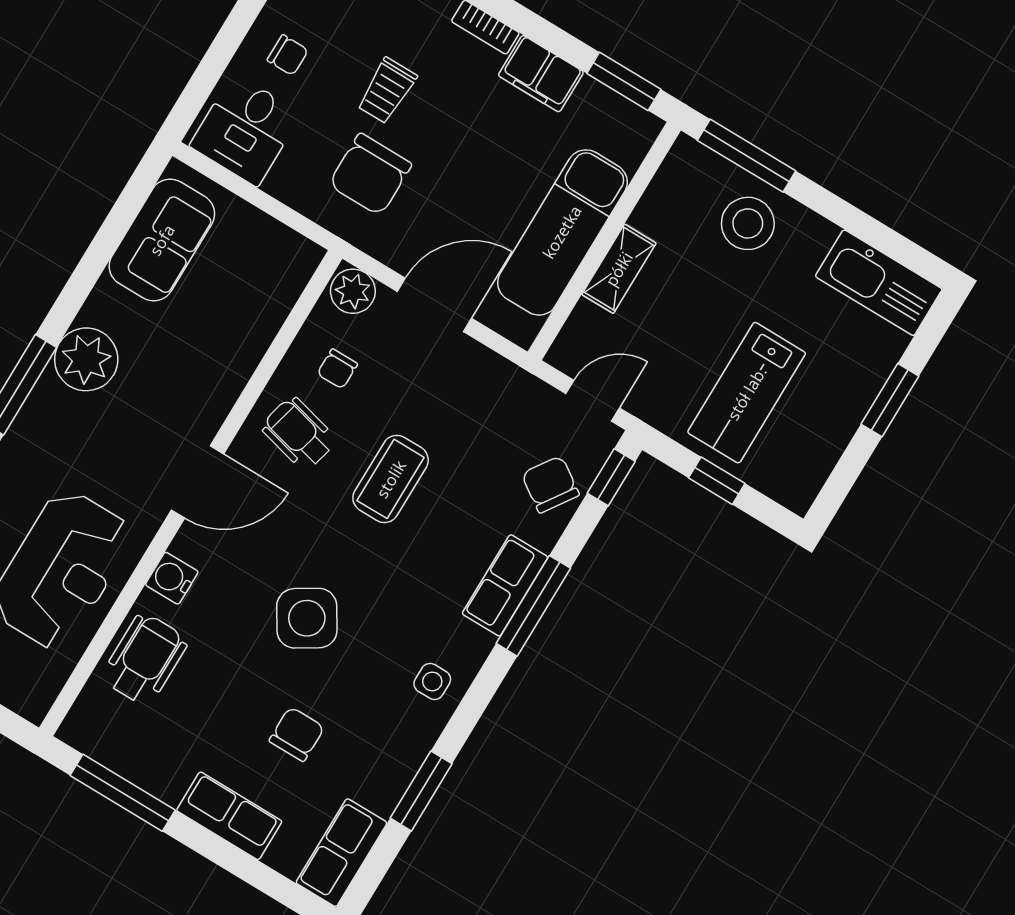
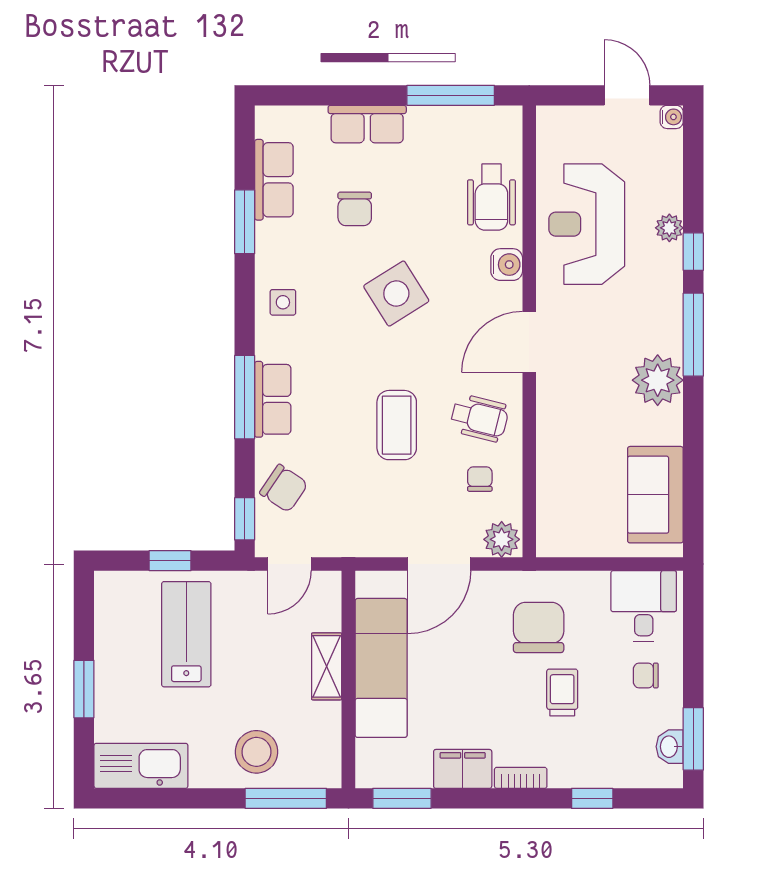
row of seats: (341, 853) -> (274, 180), moved

